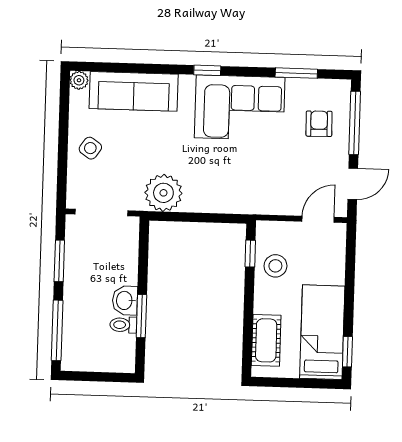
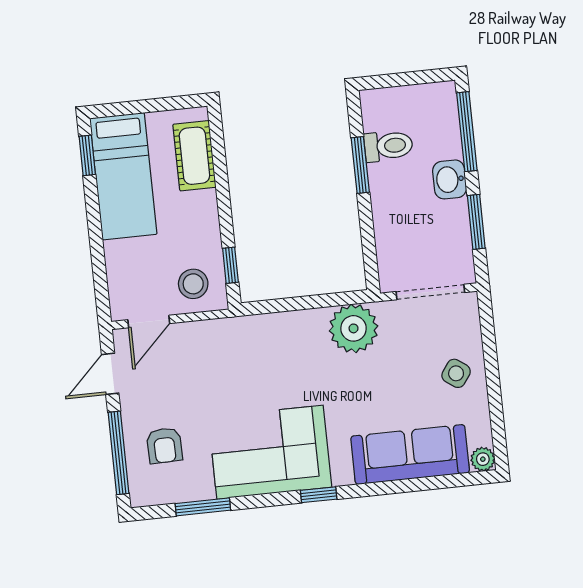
stool: (275, 266) -> (193, 284), moved
washbasin: (125, 300) -> (450, 179), moved, turned 180
toilet: (123, 325) -> (388, 146), width x1.37, depth x1.39

